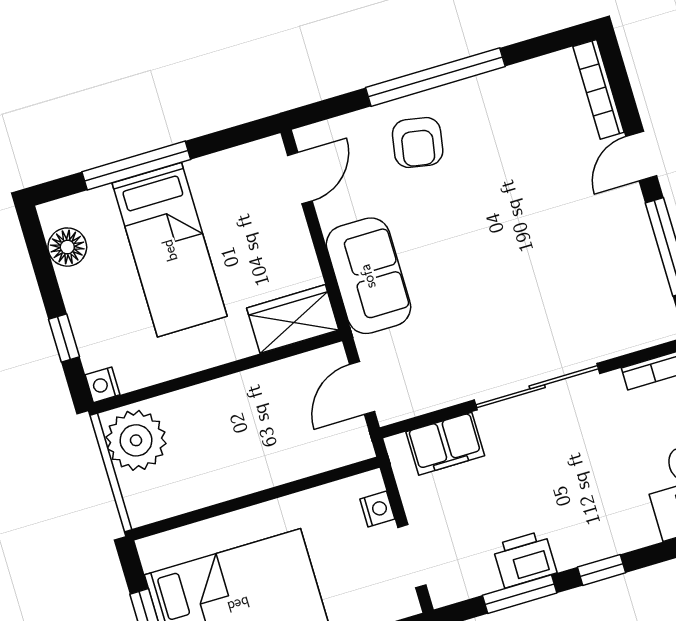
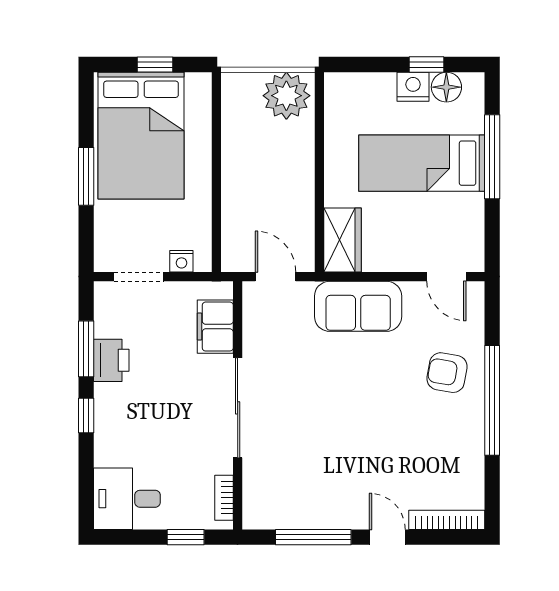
window: (64, 338) -> (426, 65), moved
nightstand: (103, 385) -> (413, 87), moved, width x1.39, depth x1.35

